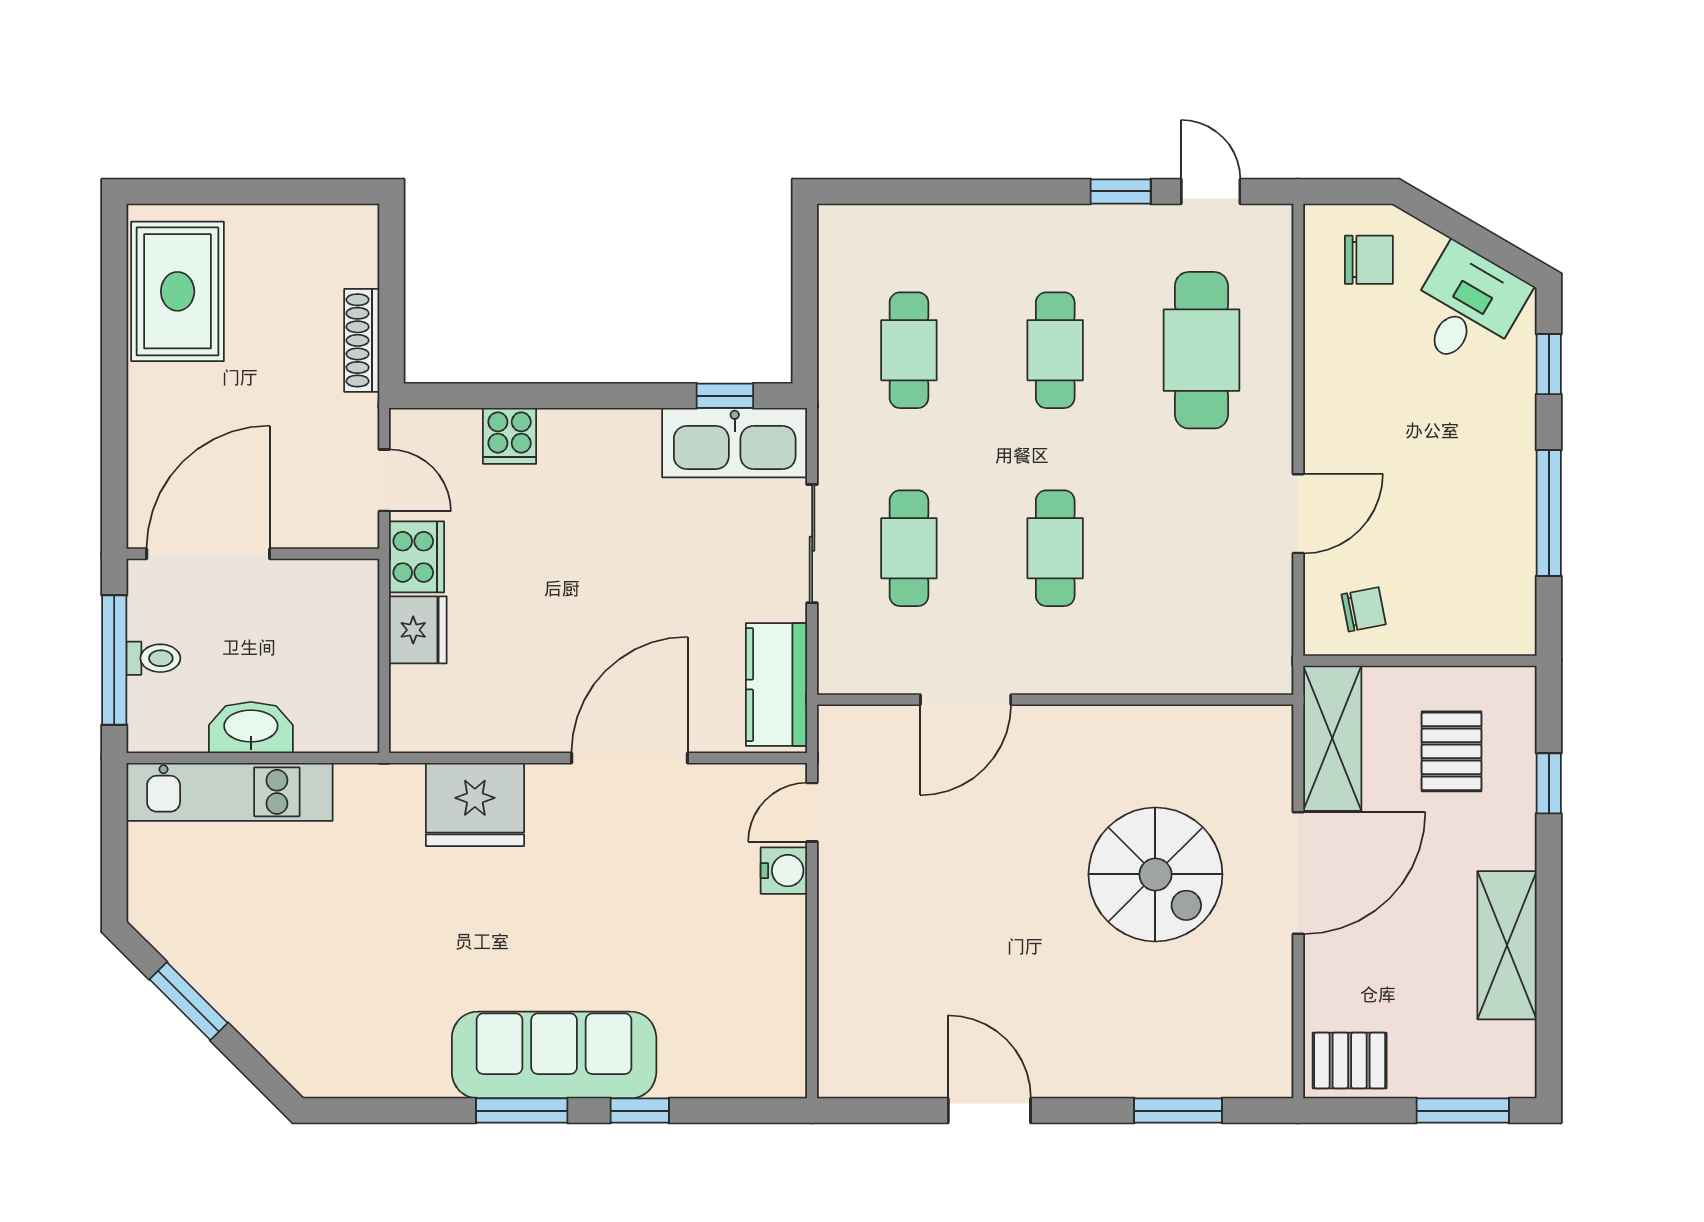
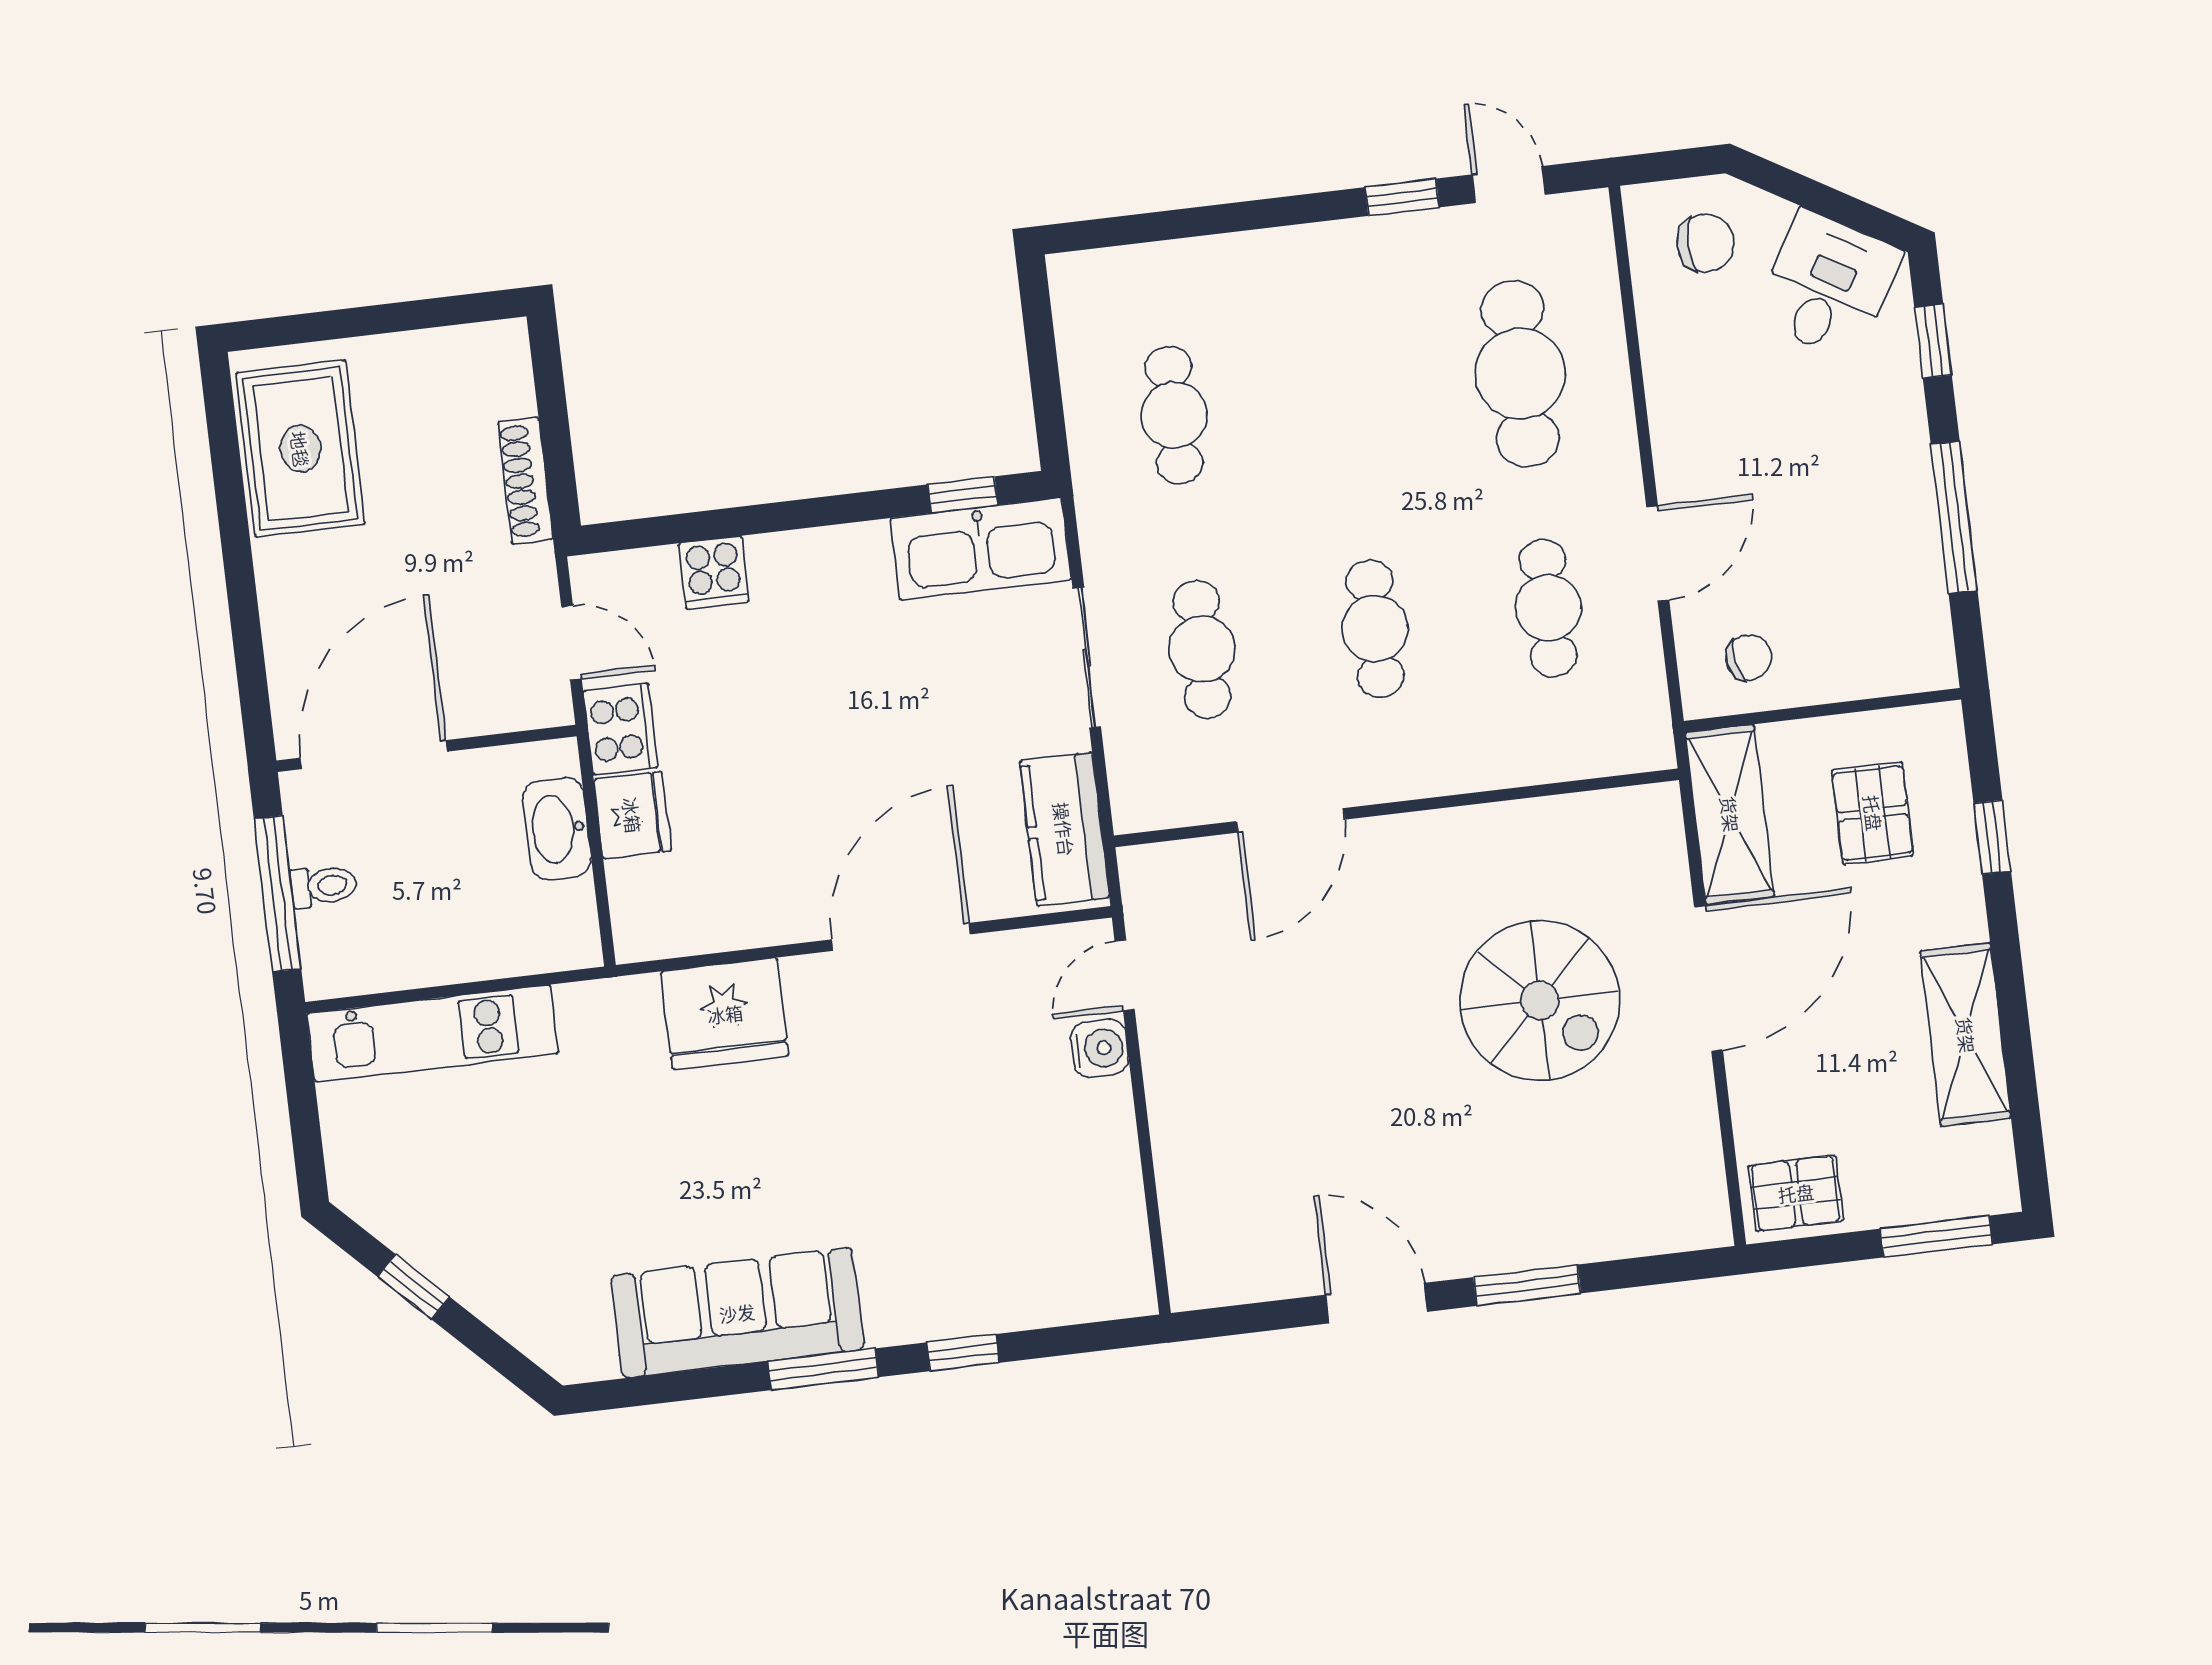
cafe table: (1055, 350) -> (1548, 608), moved
washbasin: (251, 728) -> (557, 829), moved, turned -90
window: (189, 1001) -> (414, 1287), width x0.67
sofa: (554, 1055) -> (737, 1313), moved
window: (1178, 1111) -> (1527, 1285), moved

